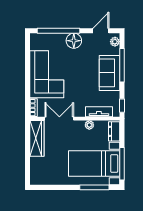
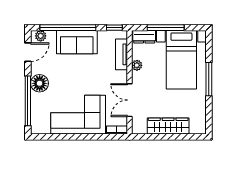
door: (101, 31) -> (28, 52), swing flipped
window: (122, 65) -> (68, 28), width x1.46
wardrobe: (37, 138) -> (168, 126), moved
window: (122, 164) -> (166, 28), moved
window: (94, 187) -> (209, 79), moved

